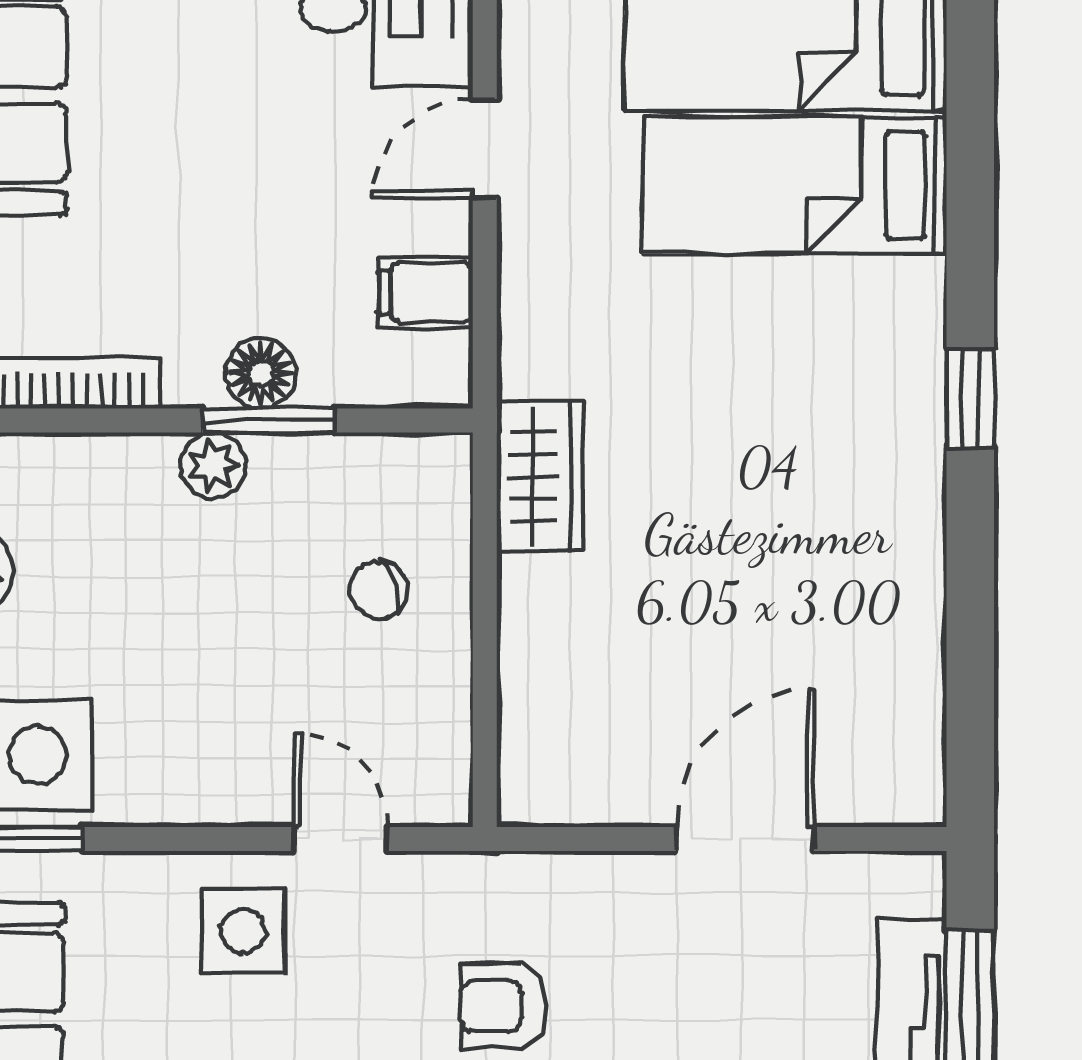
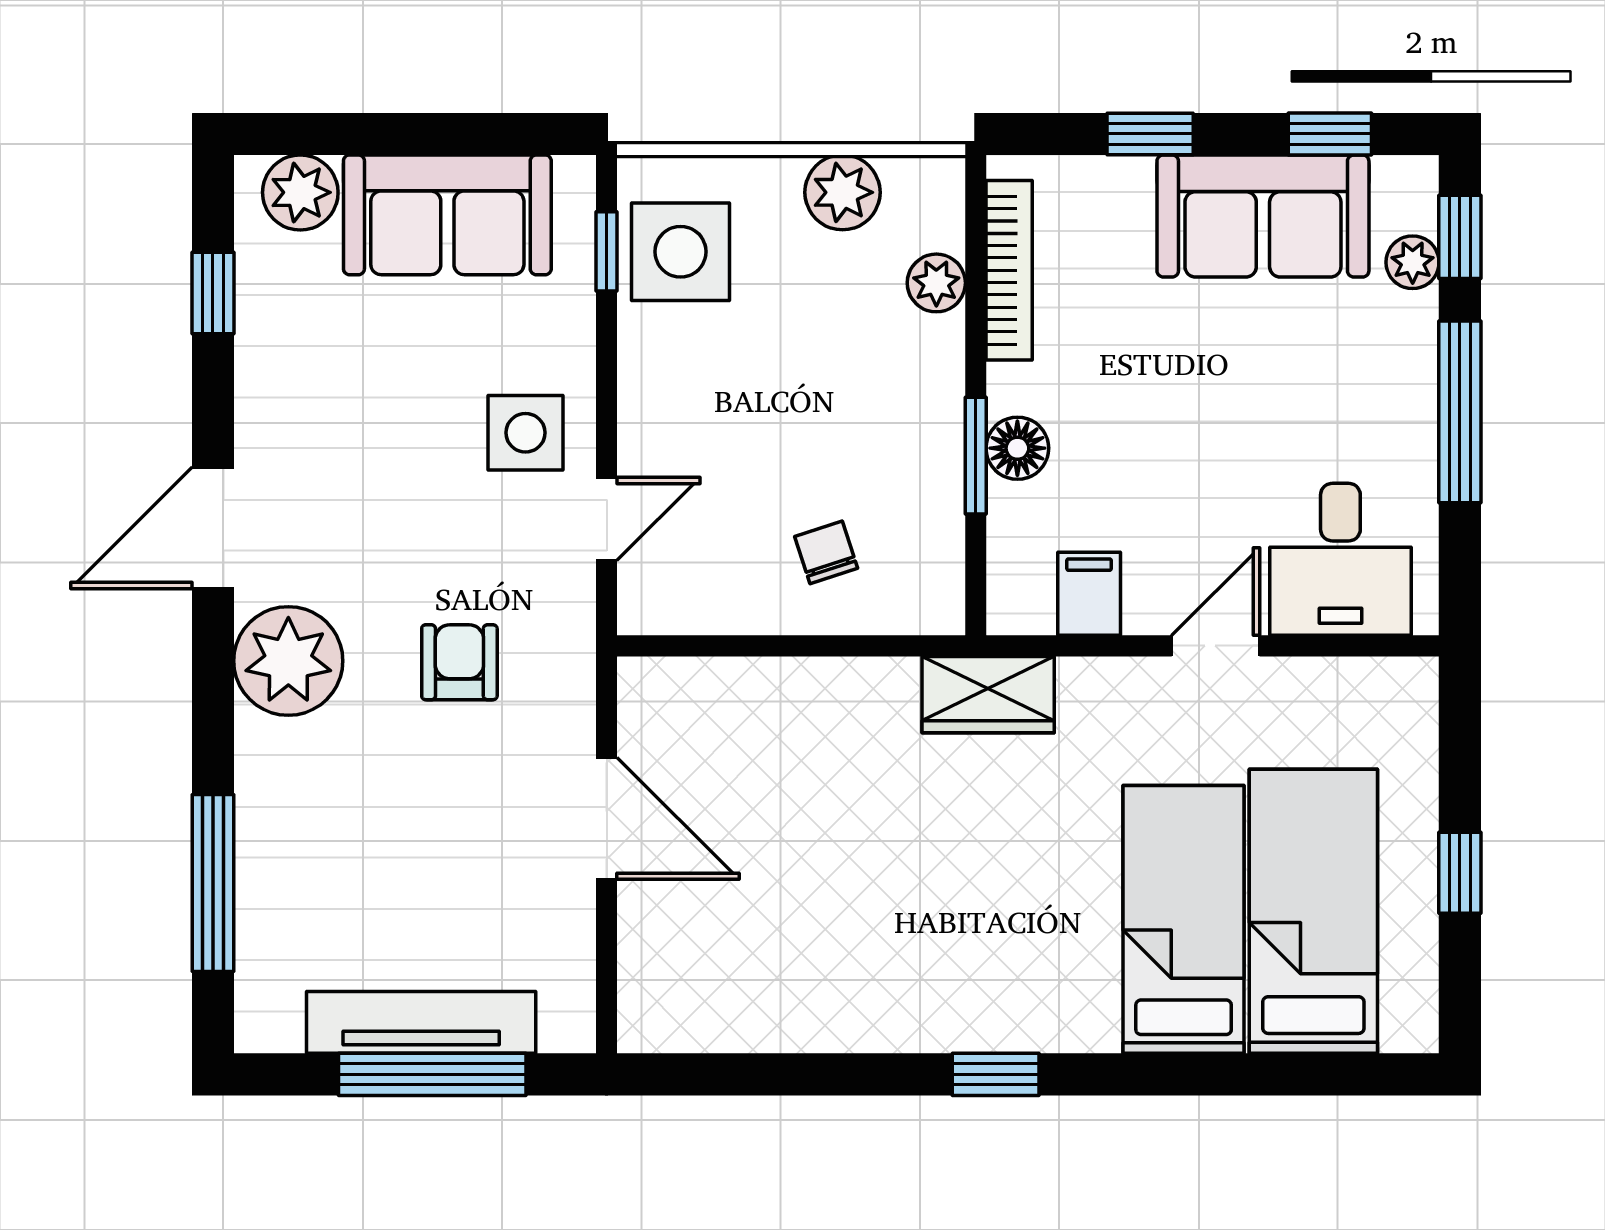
door: (485, 149) -> (1216, 646), hinge flipped
plant: (213, 465) -> (936, 283), moved
wardrobe: (540, 477) -> (988, 695), moved
door: (745, 839) -> (607, 818), moved

